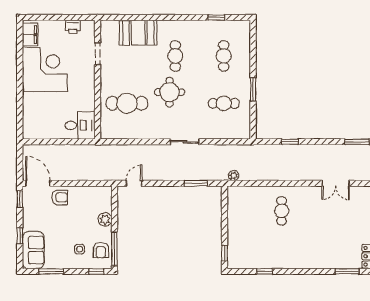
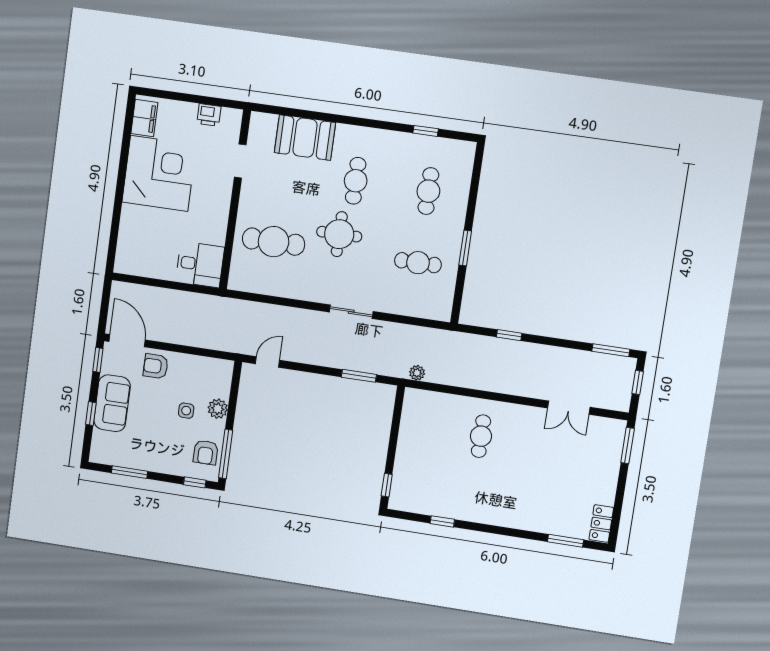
armchair: (60, 197) -> (156, 366), turned 180
side table: (80, 249) -> (186, 411), moved
sofa: (33, 250) -> (112, 403), moved

